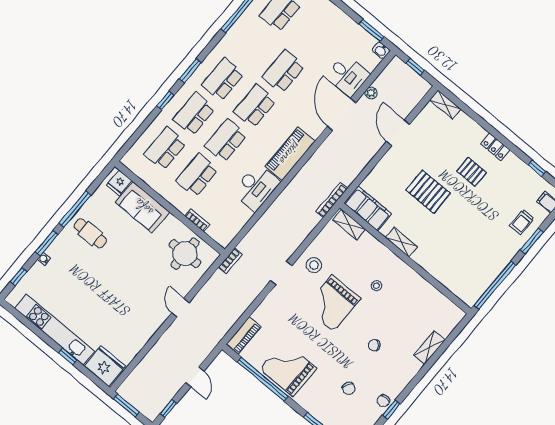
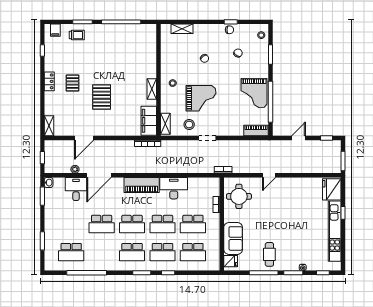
filing cabinet: (368, 209) -> (149, 121), moved
shelving: (349, 225) -> (165, 124), moved
shelving: (401, 242) -> (152, 89), moved
wall: (405, 258) -> (158, 80), moved

